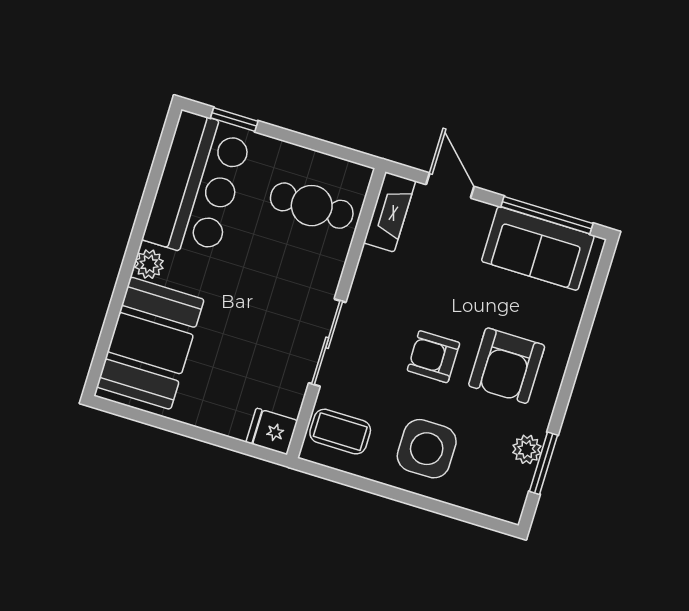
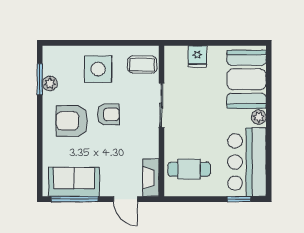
armchair: (507, 366) -> (72, 121), turned -90
fridge: (272, 431) -> (197, 56), moved, turned 90

